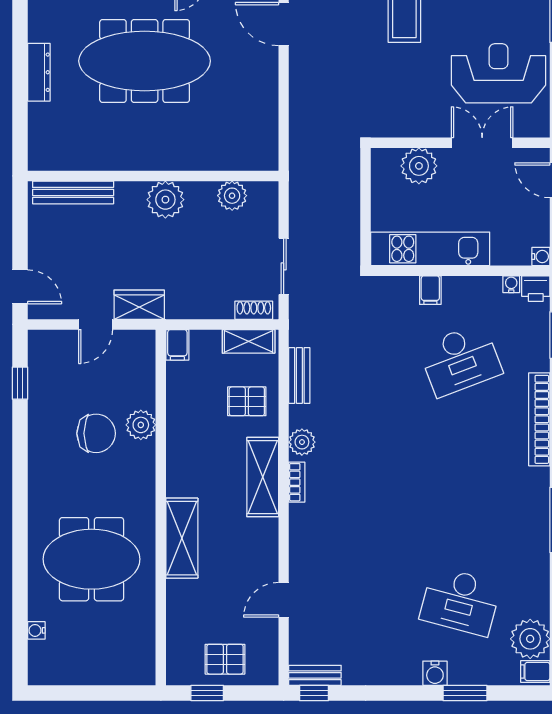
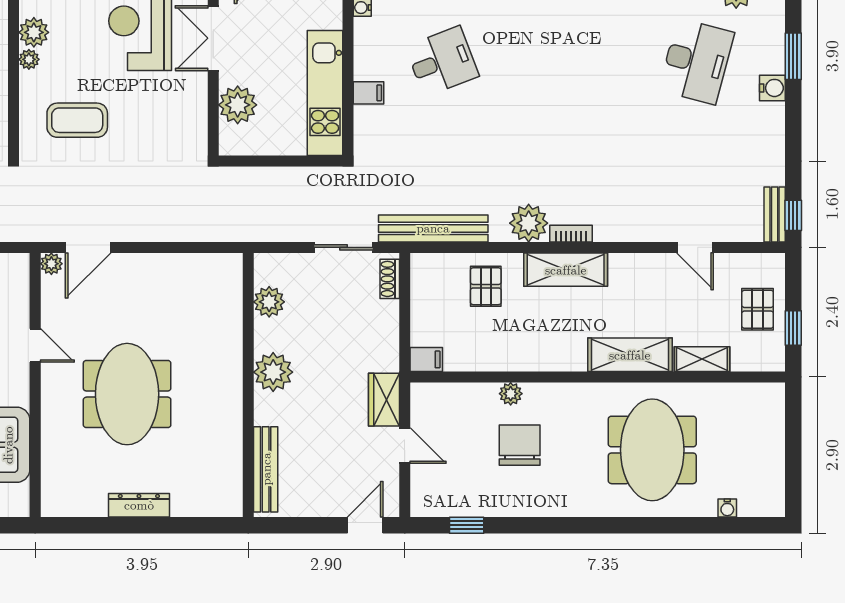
meeting table: (145, 61) -> (127, 394), width x0.73
shelving: (249, 341) -> (702, 359), moved, turned 90
desk: (460, 360) -> (442, 61), width x0.73
bench: (299, 375) -> (433, 228), width x1.86, depth x1.21
plant: (141, 425) -> (511, 394), width x0.73, depth x0.73
plant: (302, 442) -> (529, 223), width x1.36, depth x1.36

